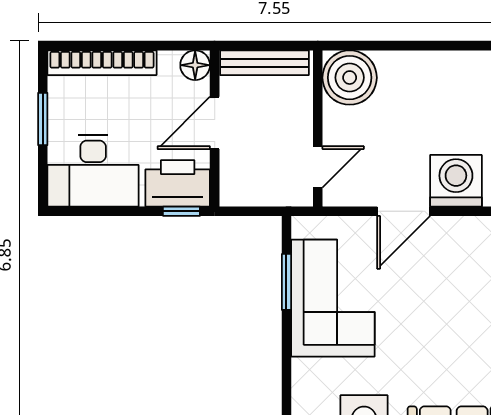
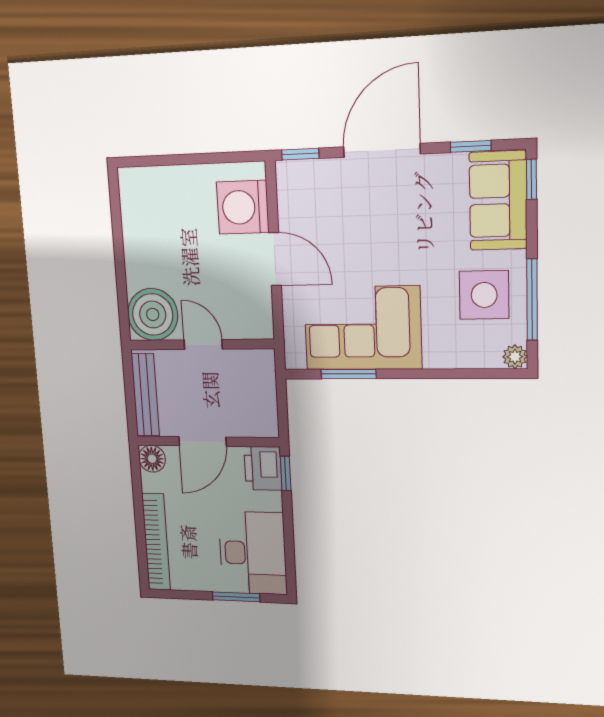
window: (43, 119) -> (236, 597), moved
door: (215, 123) -> (202, 441), hinge flipped
door: (318, 167) -> (203, 344), moved
printer: (178, 183) -> (263, 468), width x0.73, depth x0.84

